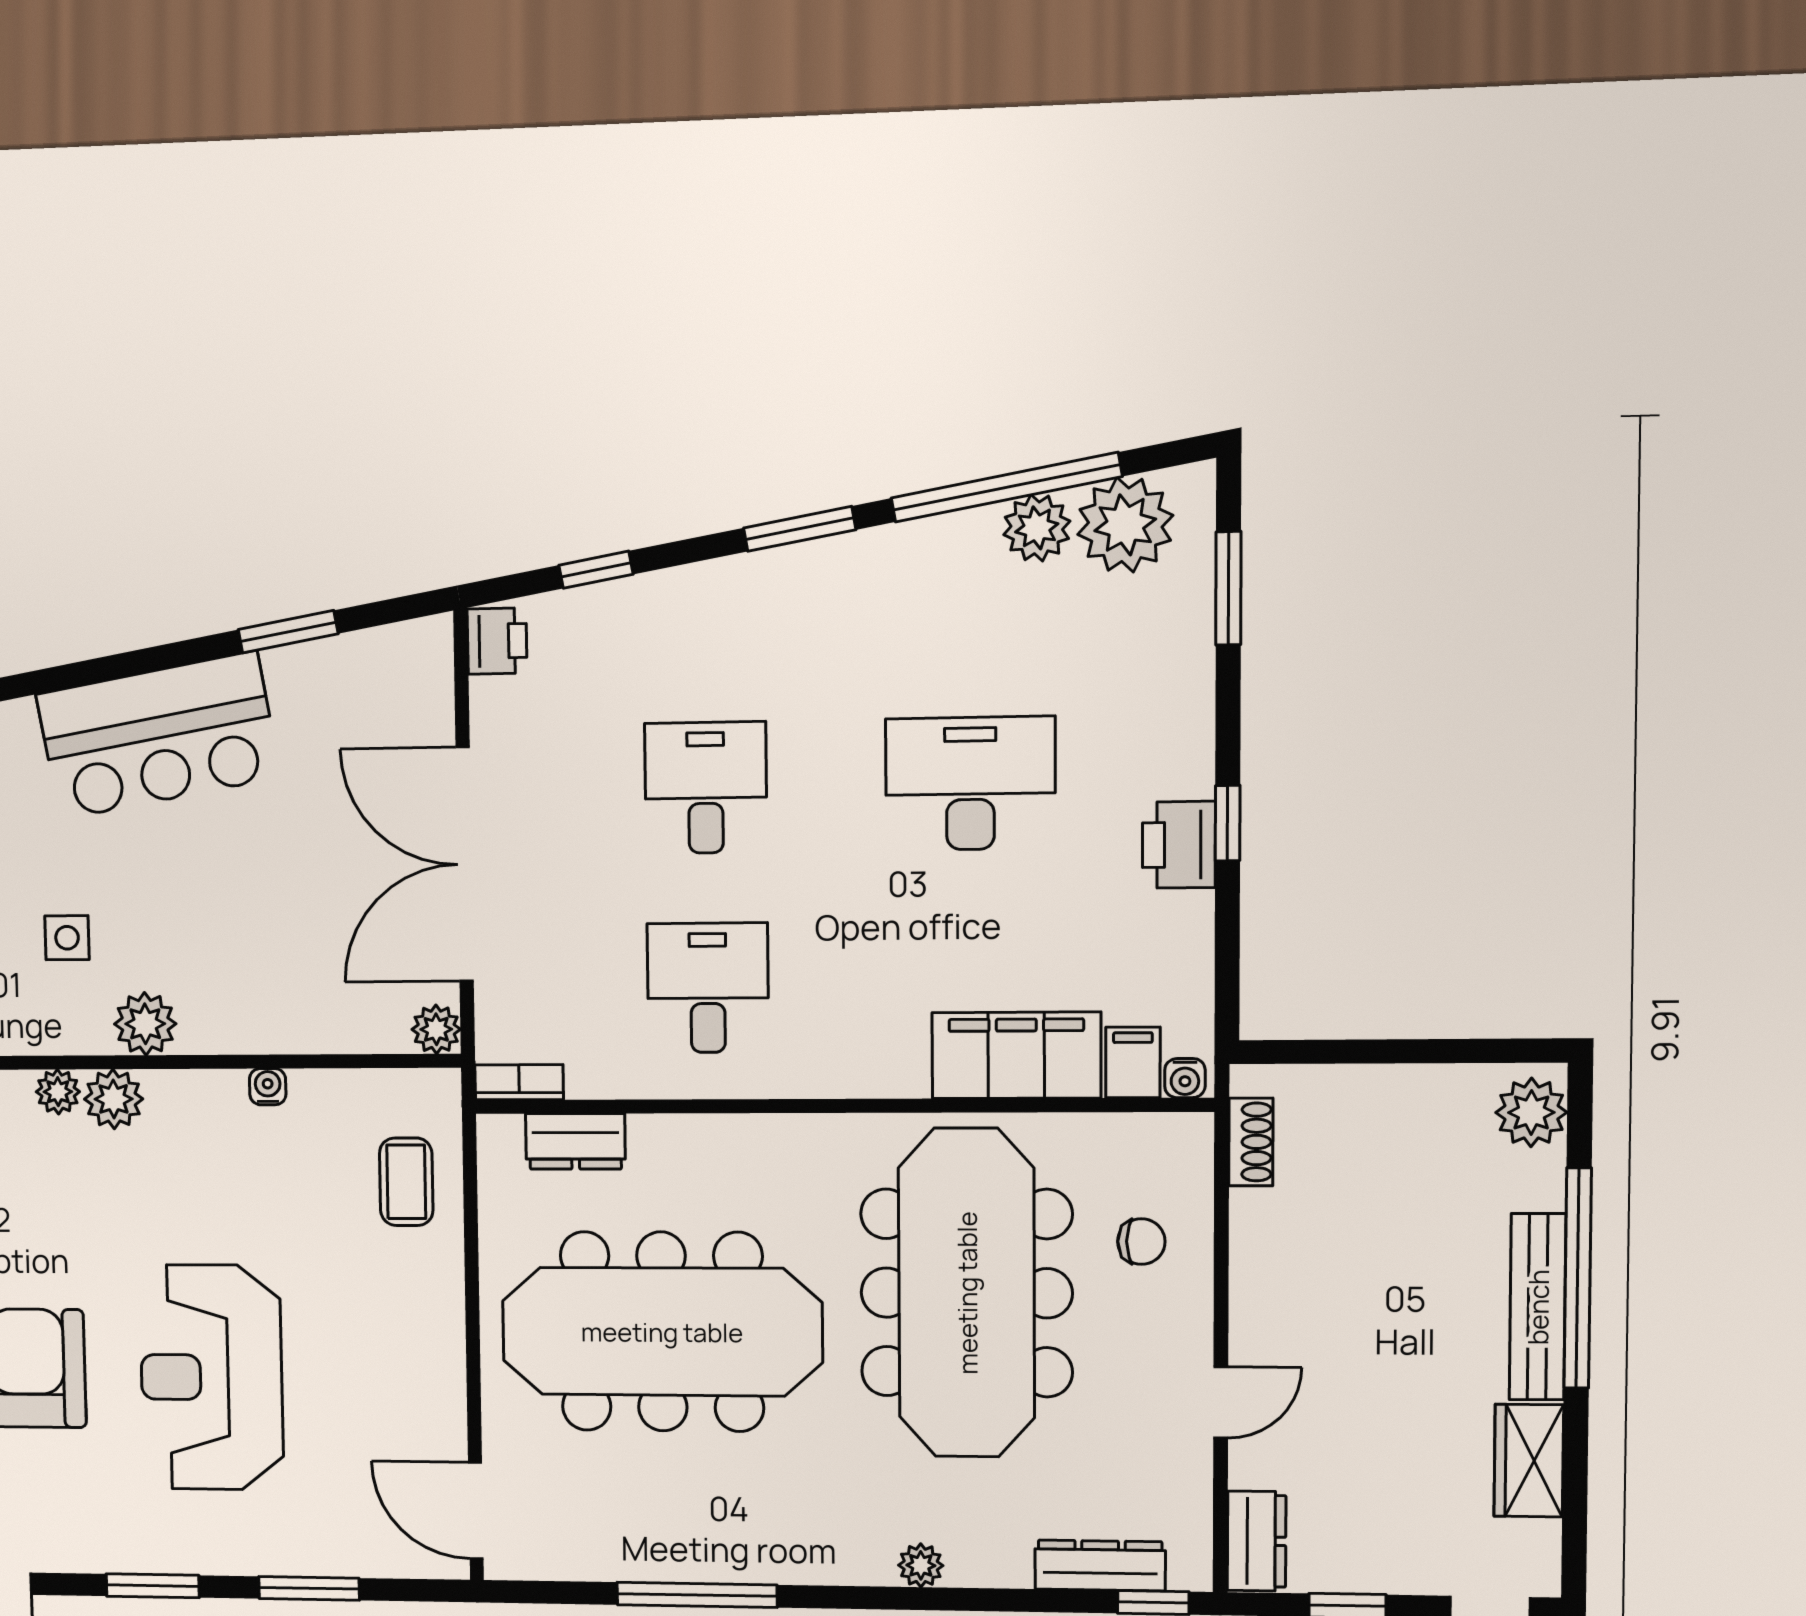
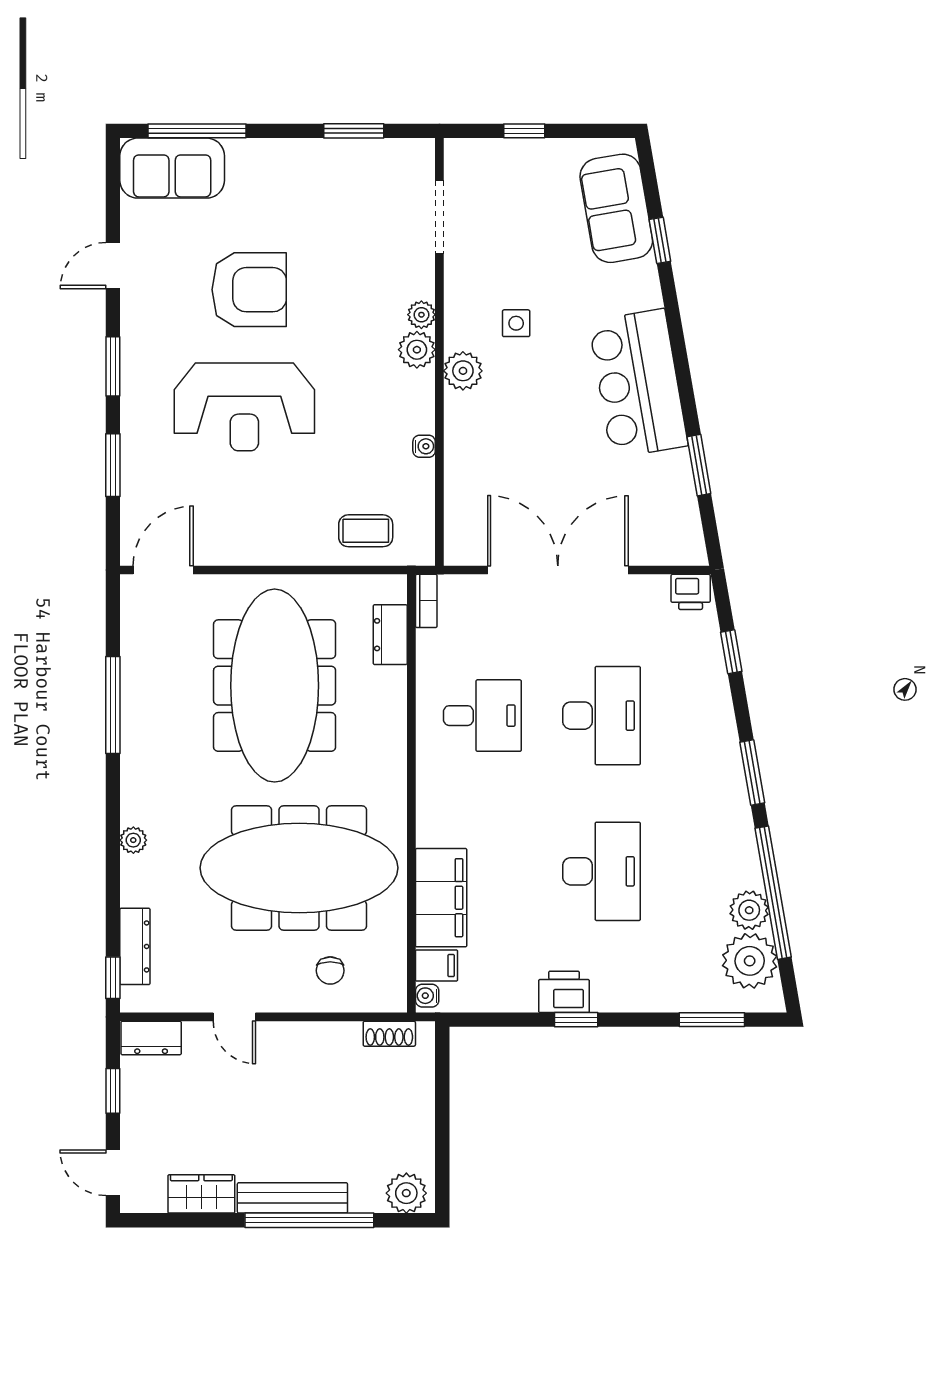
desk: (706, 788) -> (602, 716), width x1.37
plant: (436, 1029) -> (459, 551), removed
reception desk: (212, 1377) -> (244, 407), turned 180

